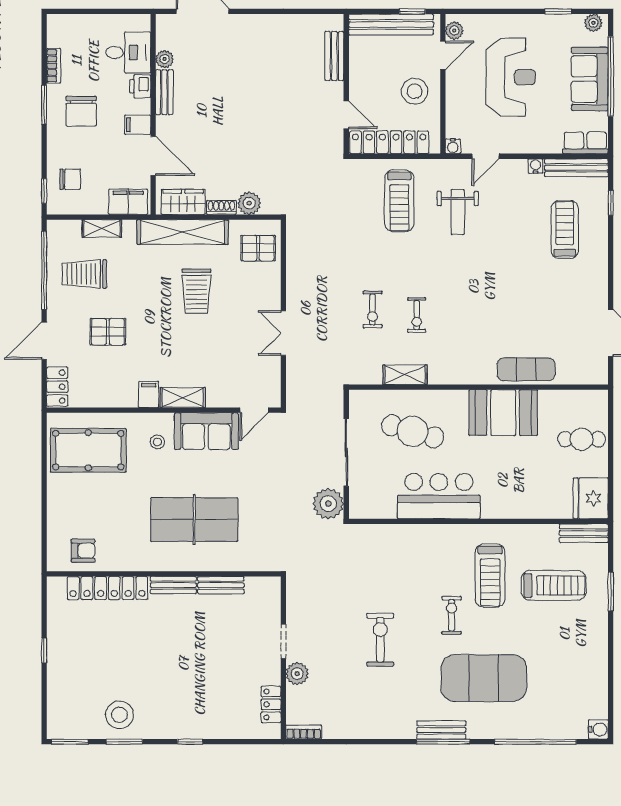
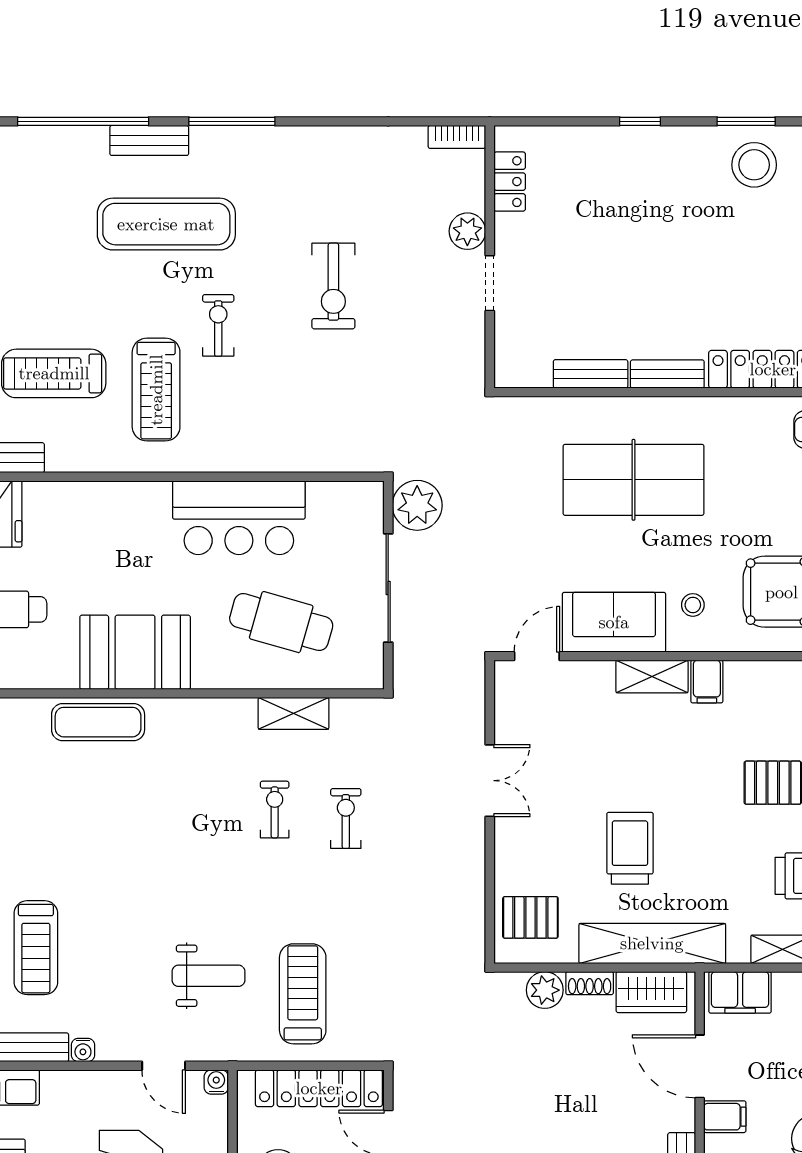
door: (485, 156) -> (164, 1066), swing flipped
weight bench: (458, 212) -> (208, 976), turned 90
treadmill: (490, 575) -> (156, 390), turned 180
exercise bike: (452, 615) -> (218, 325), turned 180
exercise mat: (484, 678) -> (166, 224), width x0.68
bench: (441, 730) -> (149, 140), moved

